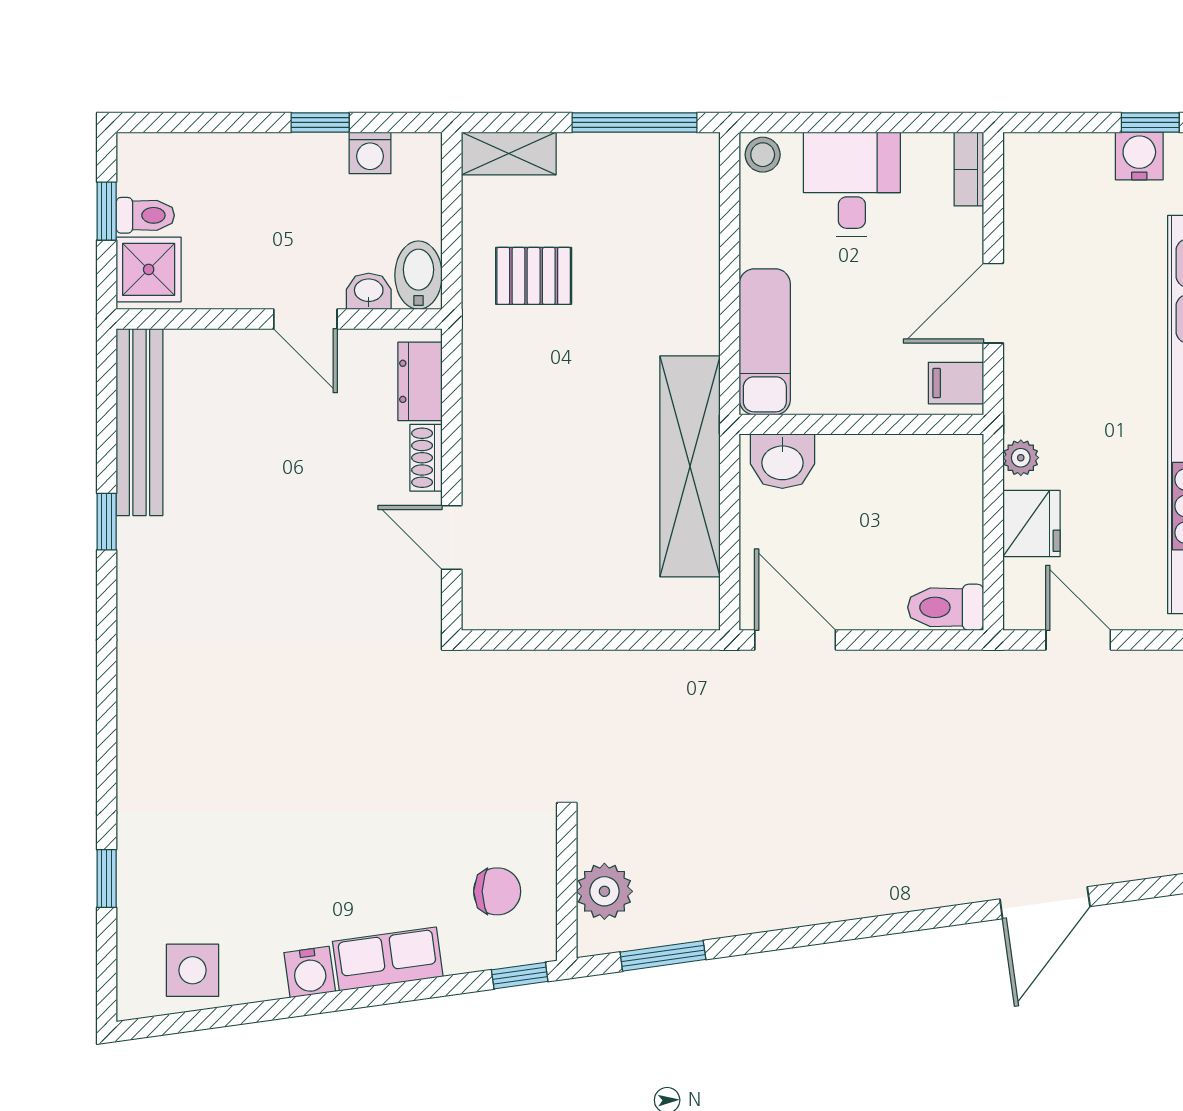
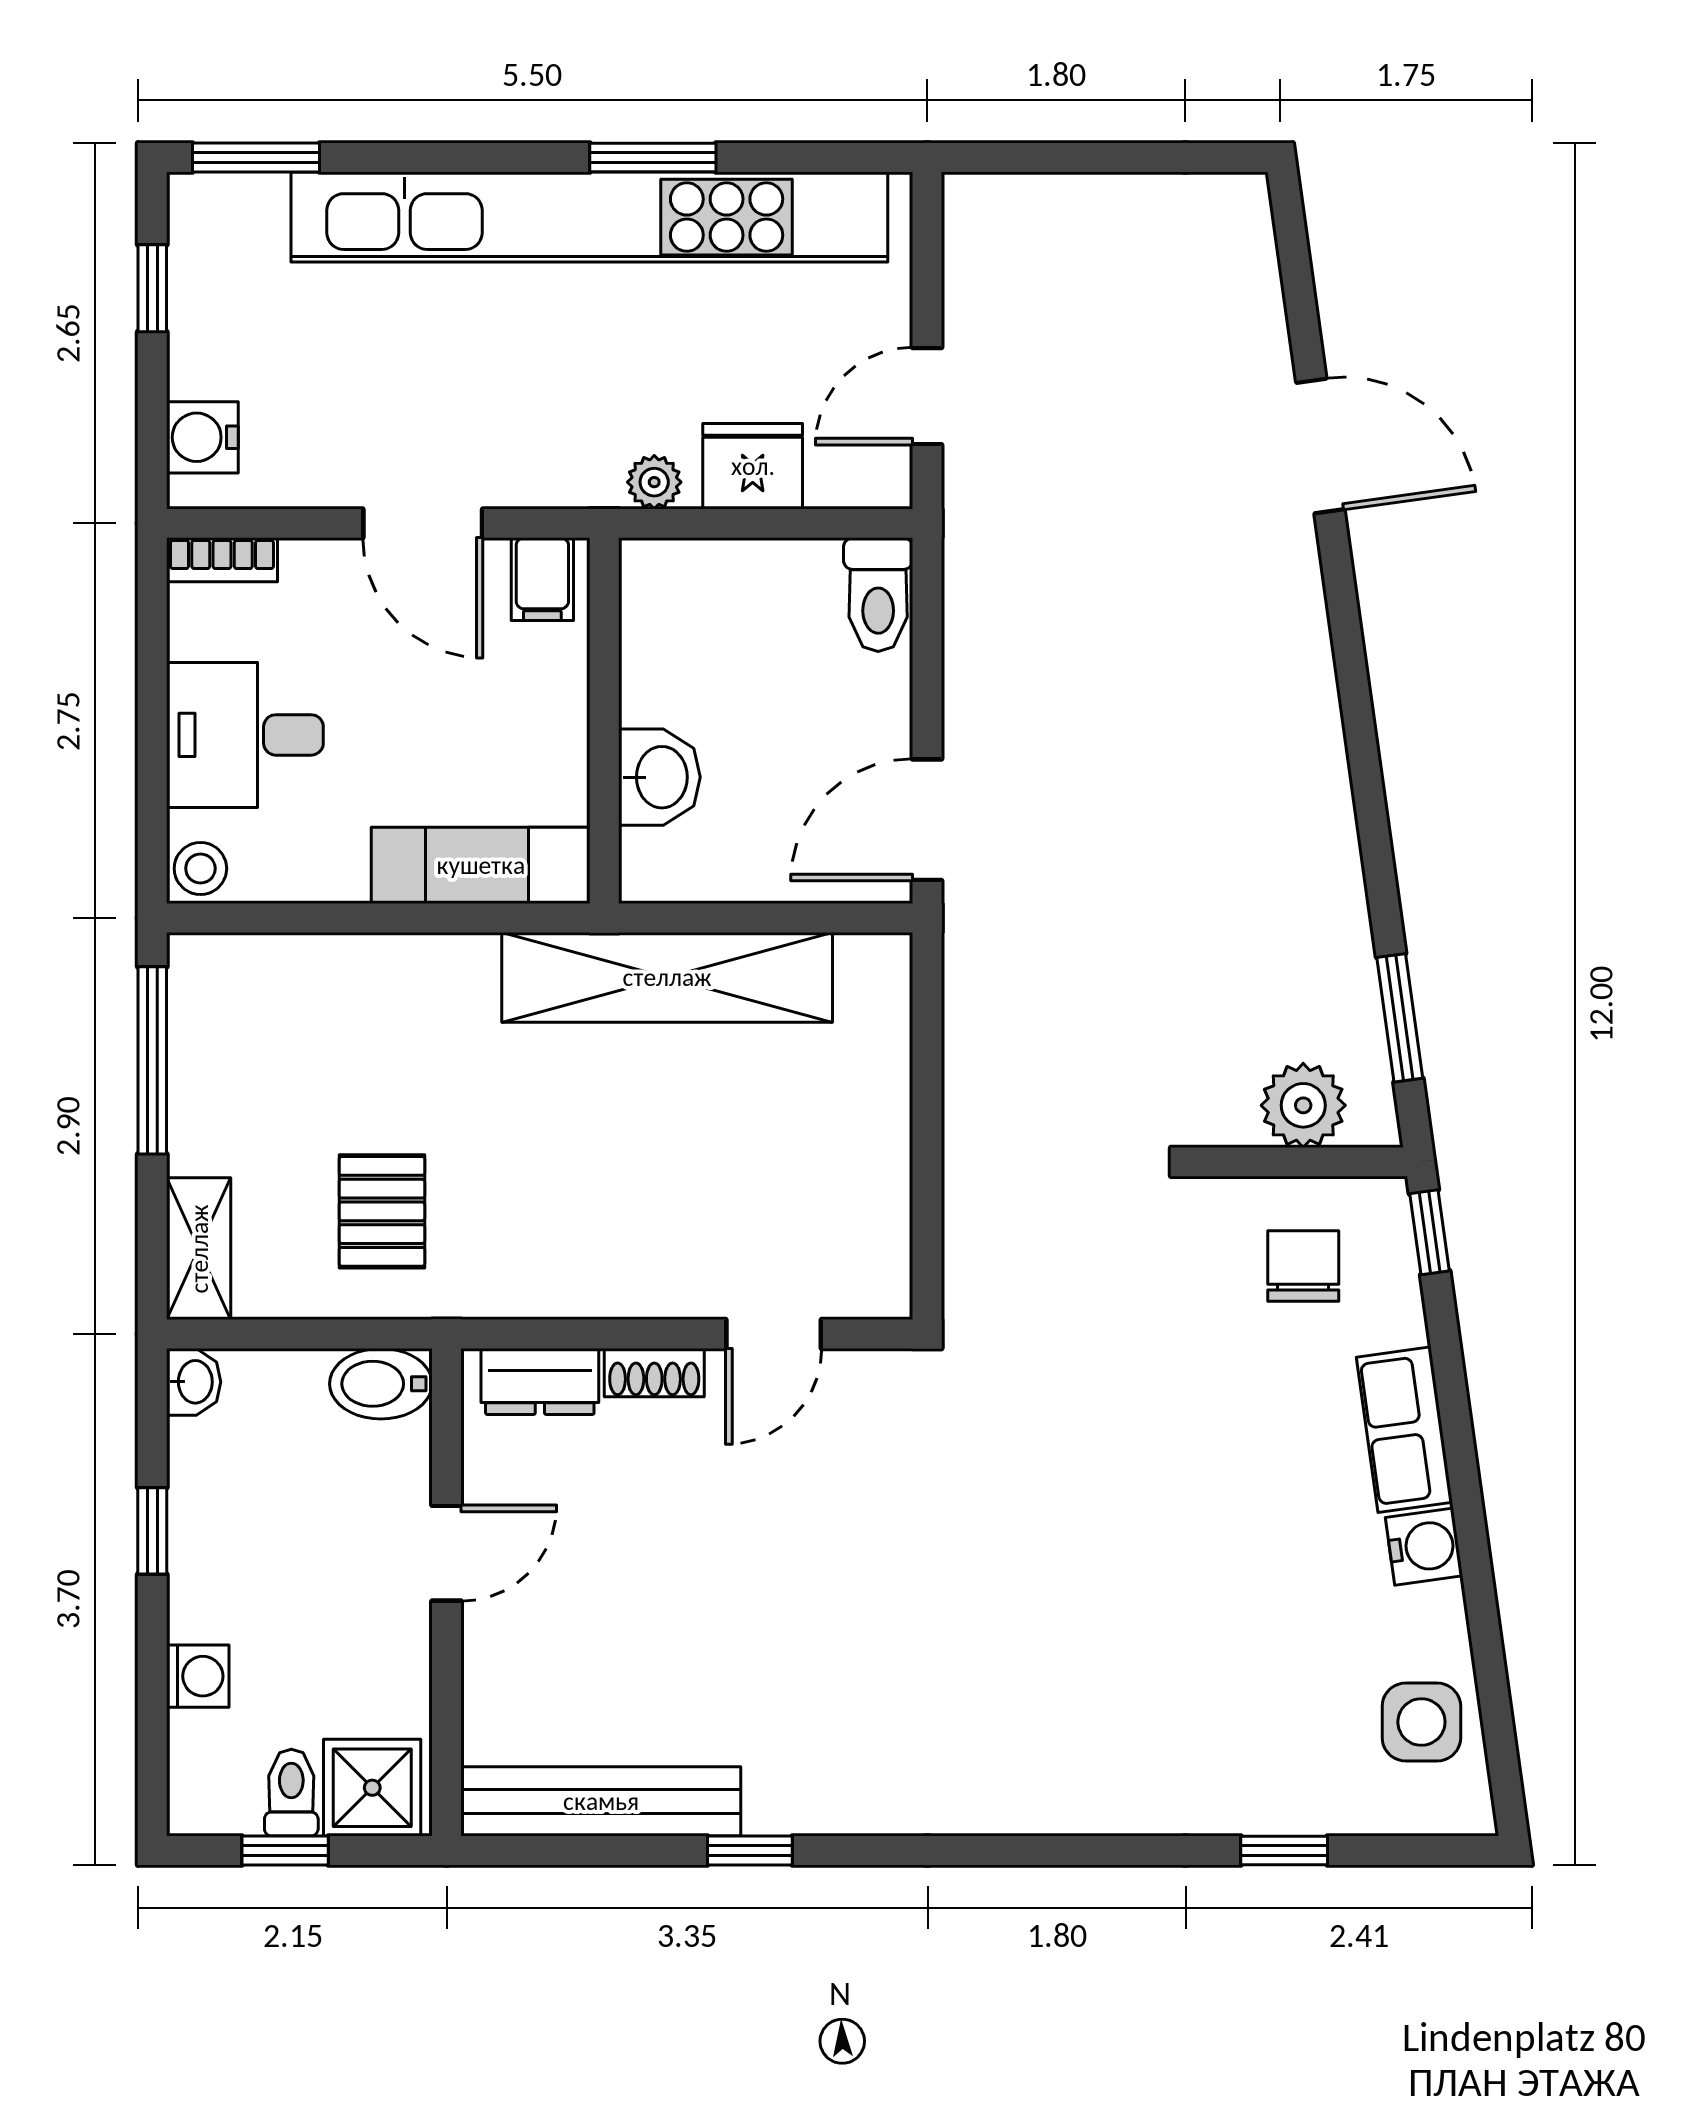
washing machine: (370, 153) -> (198, 1676), moved
water cooler: (1139, 156) -> (202, 437), moved
washbasin: (369, 291) -> (194, 1382), moved, turned 180
washbasin: (782, 461) -> (659, 777), moved

